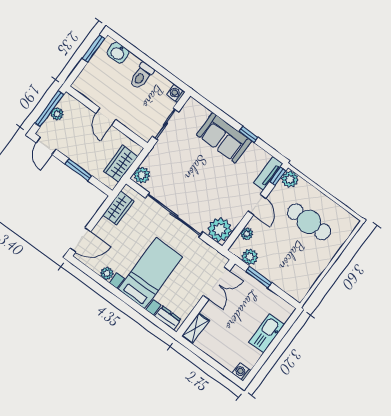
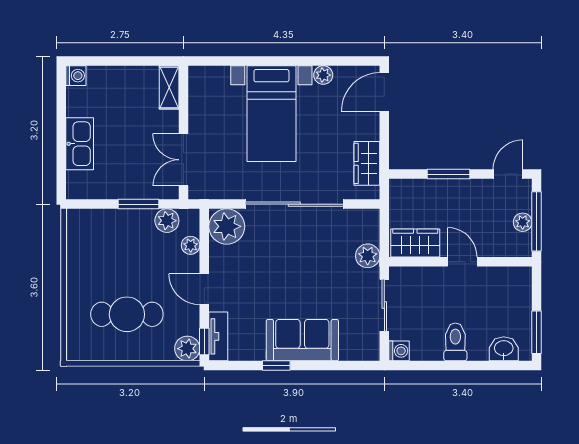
door: (46, 146) -> (508, 174), hinge flipped
wardrobe: (121, 164) -> (415, 243), moved, turned -90
plant: (142, 175) -> (368, 256), moved
dresser: (168, 318) -> (211, 76), removed

